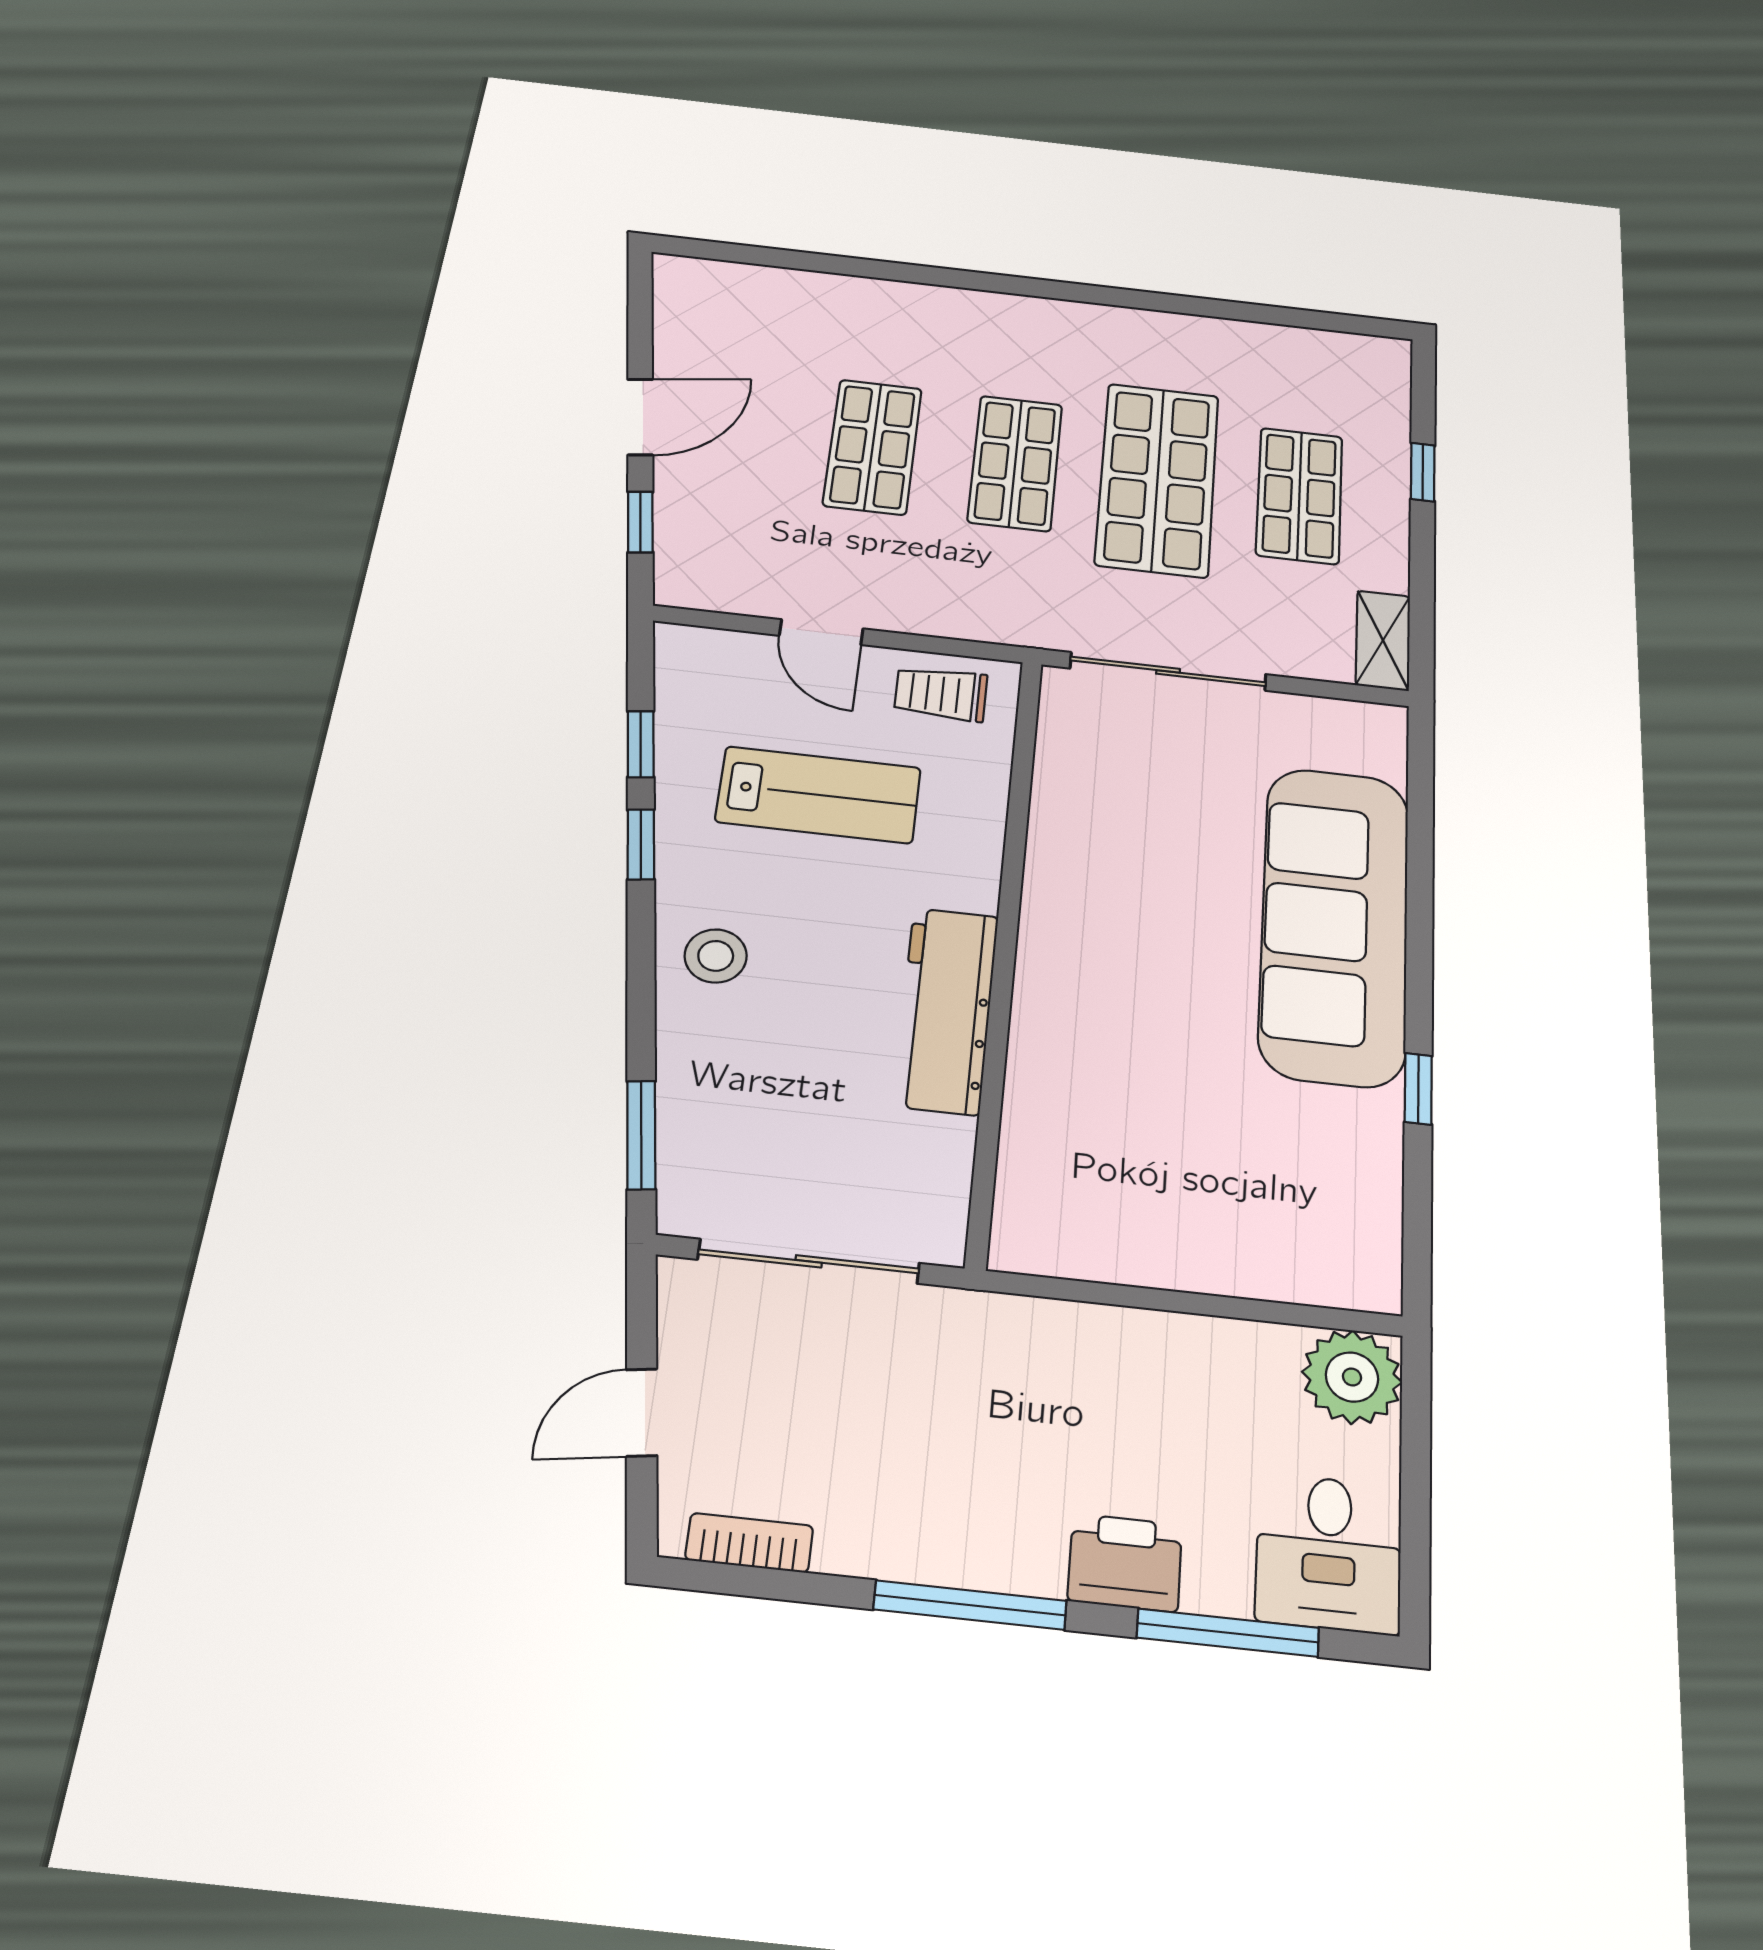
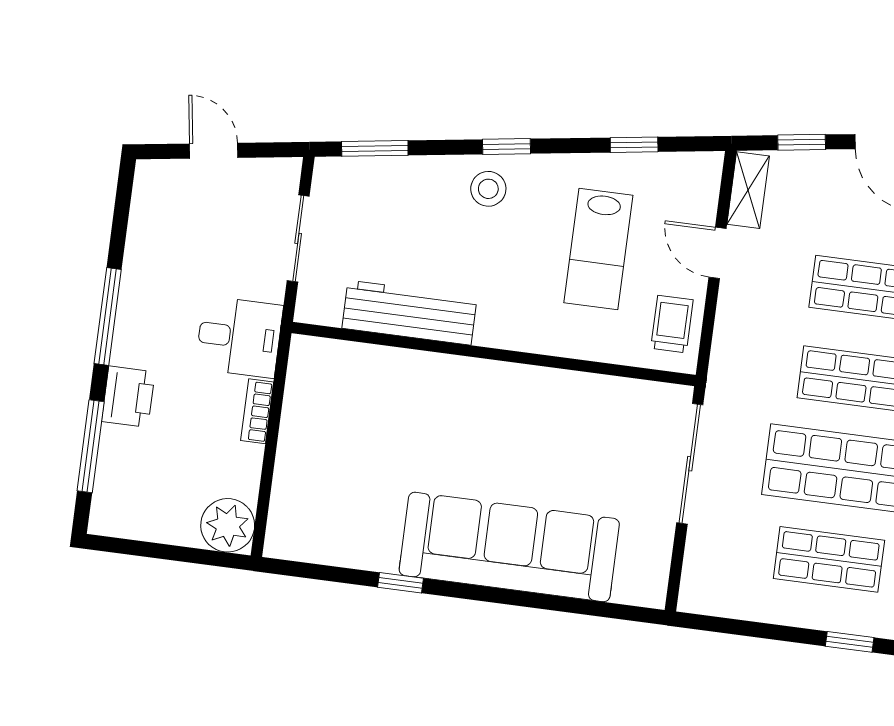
door: (821, 632) -> (718, 253), hinge flipped
shelving: (1383, 640) -> (748, 190), moved, turned 90
window: (641, 844) -> (507, 147), moved
workbench: (946, 1010) -> (409, 313), moved
sliding door: (809, 1261) -> (298, 238), width x0.73
bookcase: (749, 1543) -> (257, 411), moved, turned 180
desk: (1329, 1553) -> (239, 337), moved, turned 180

